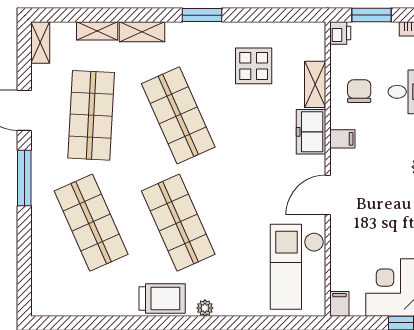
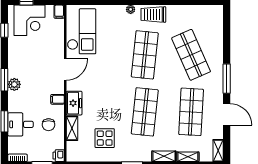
shop shelf: (178, 115) -> (145, 112), turned 30
shop shelf: (178, 223) -> (145, 55), turned 30

